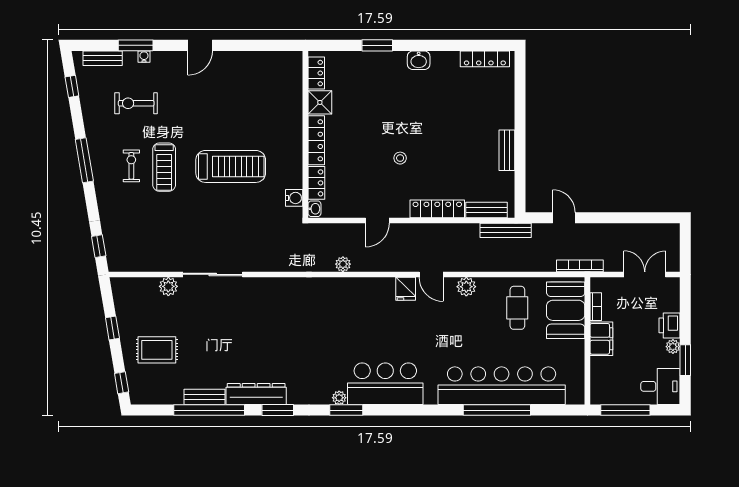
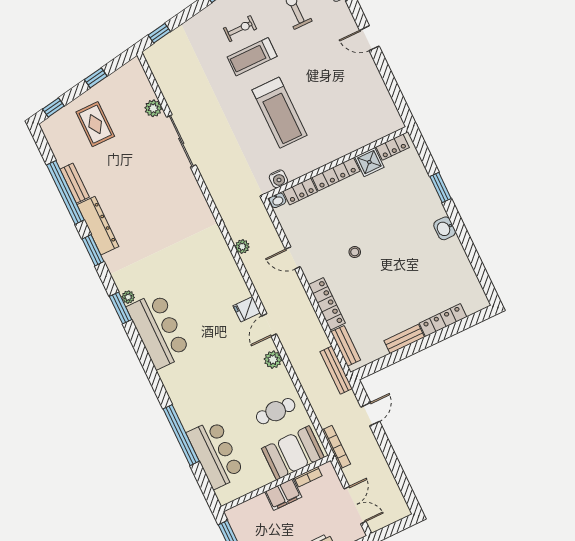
locker: (485, 59) -> (443, 320), moved, turned 90
bar counter: (502, 386) -> (215, 454), width x0.54

